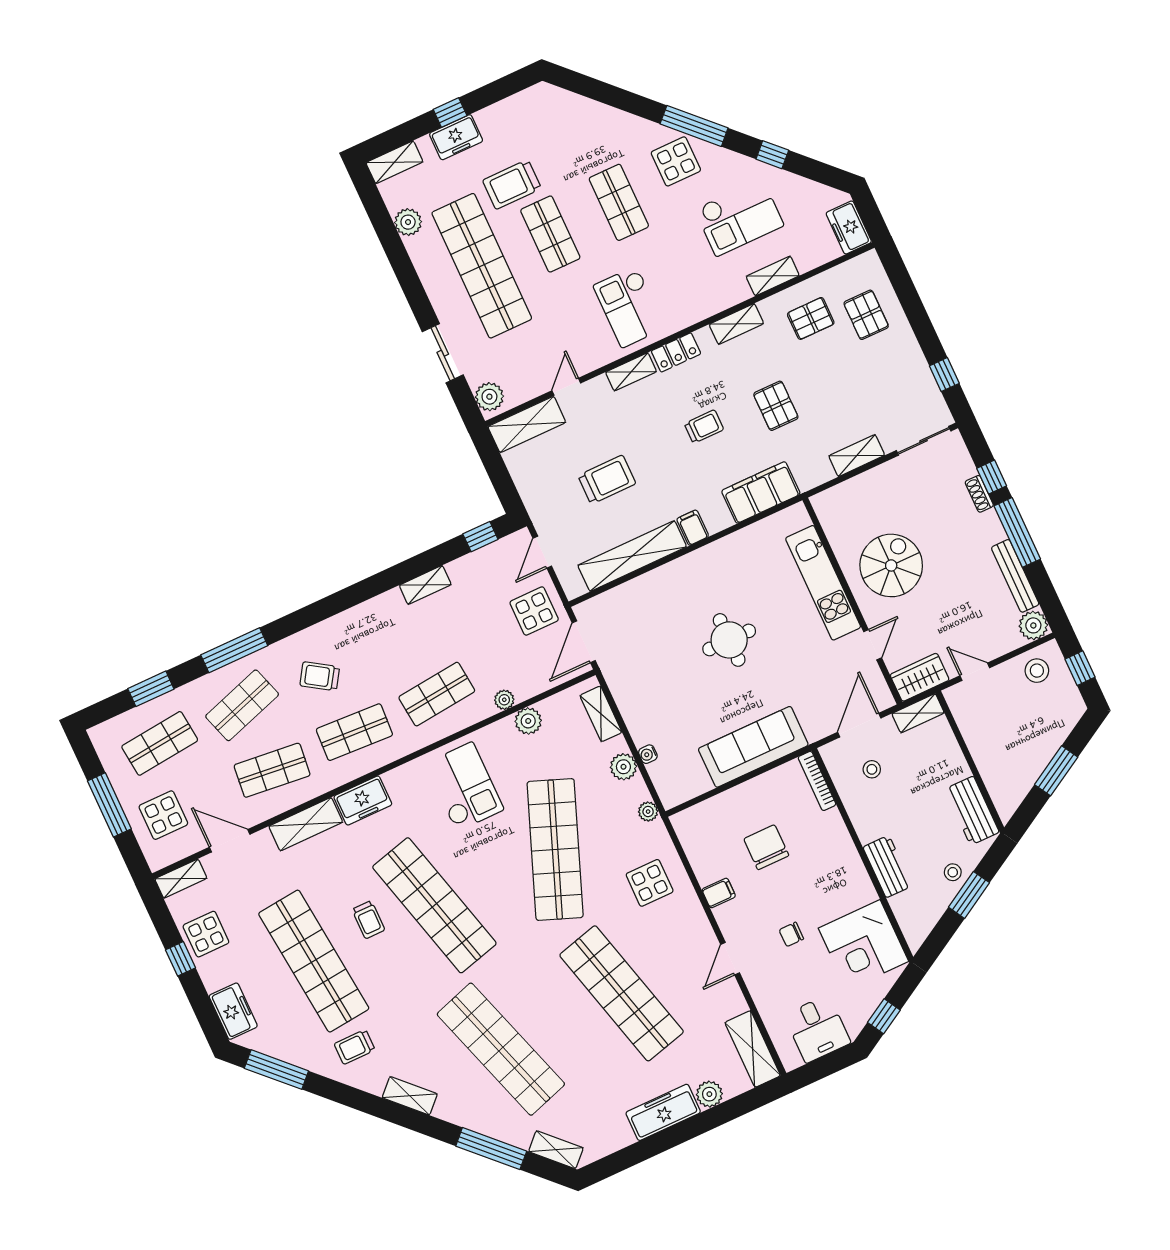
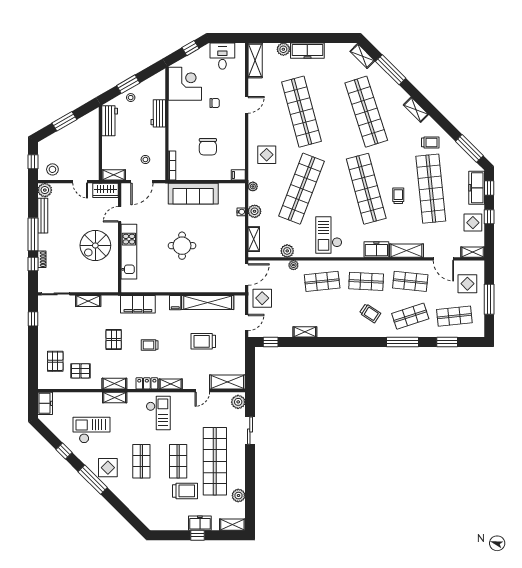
shelving: (773, 276) -> (115, 397), moved
filing cabinet: (719, 893) -> (238, 175), moved
freezer: (233, 1011) -> (477, 188), width x1.40
window: (205, 1013) -> (489, 188), added

